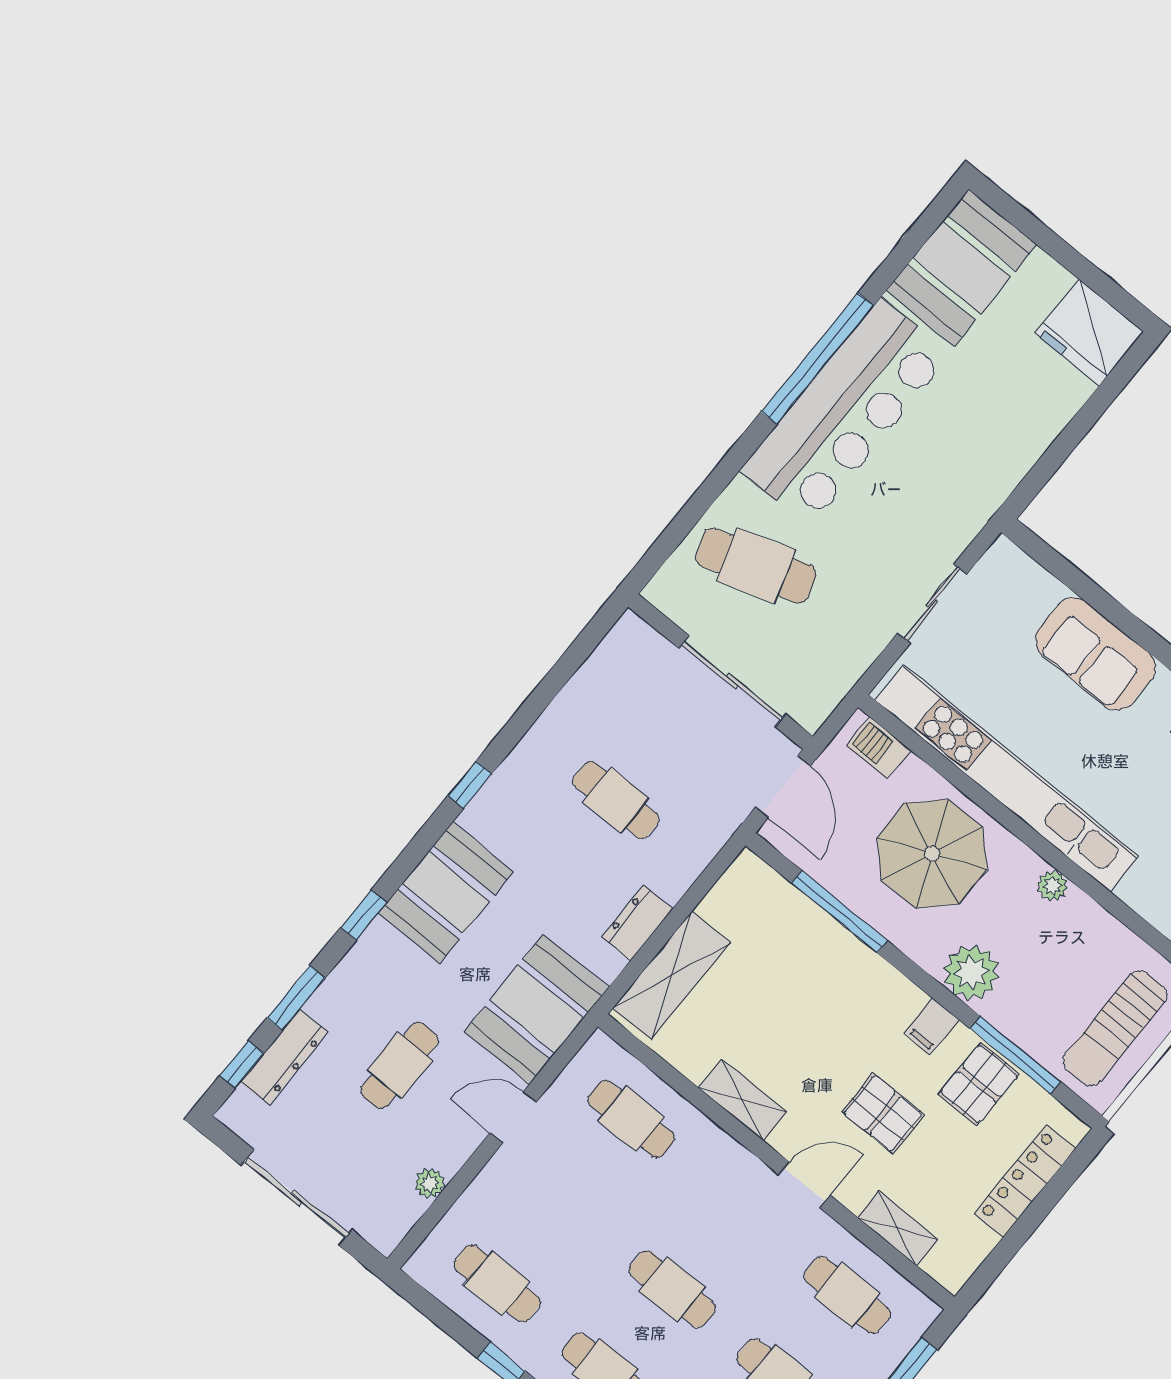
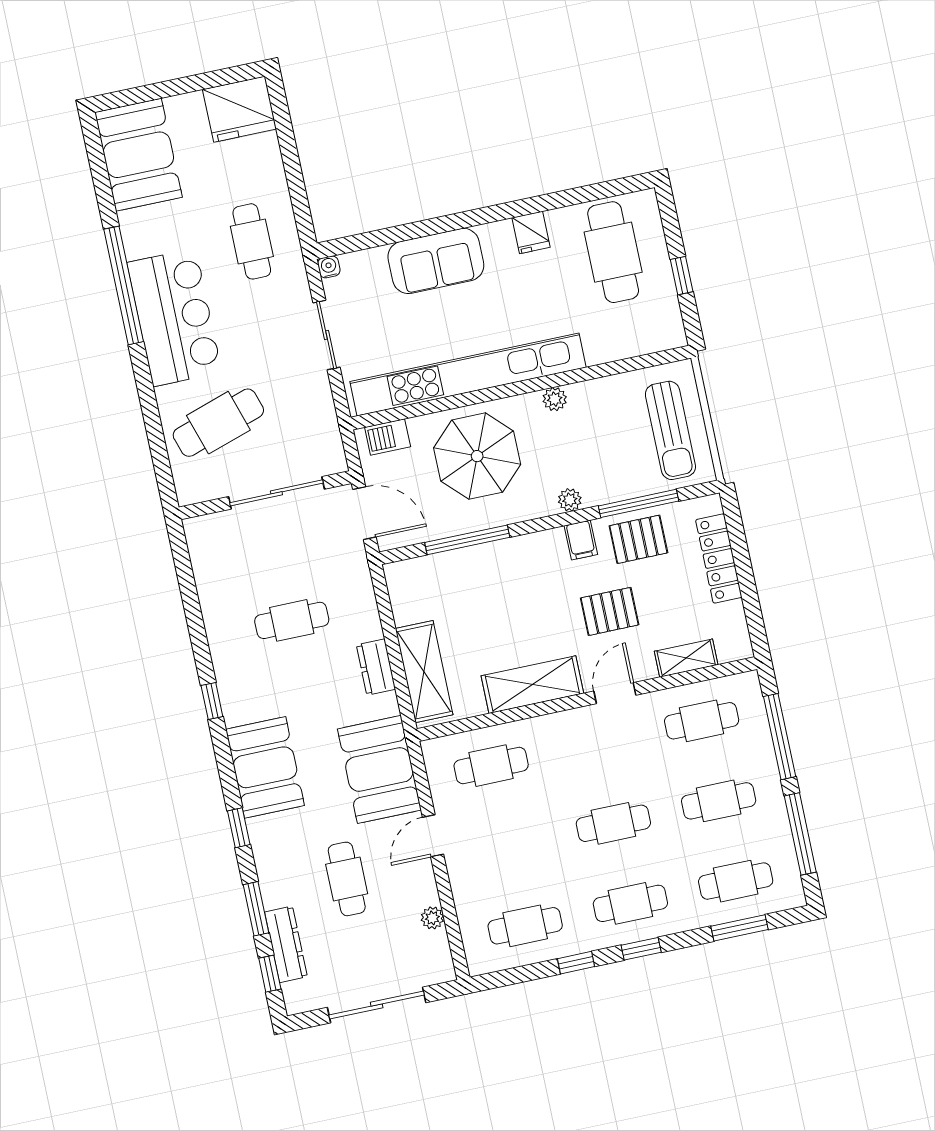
bar counter: (845, 413) -> (174, 317), width x0.73
cafe table: (966, 452) -> (252, 241), added
water cooler: (1003, 551) -> (329, 267), added
plant: (971, 973) -> (570, 500), width x0.53, depth x0.53
pallet: (979, 1084) -> (638, 539), turned 90
shelving: (742, 1100) -> (532, 685), width x1.50, depth x1.33

